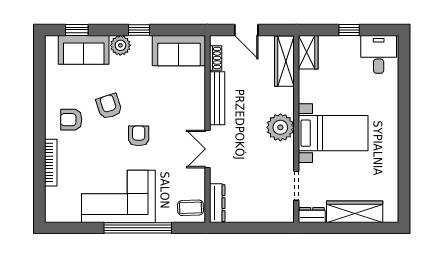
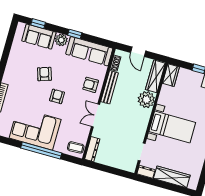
sofa: (179, 51) -> (89, 51), width x1.36
armchair: (71, 120) -> (91, 85), moved
plant: (280, 127) -> (146, 100), moved

